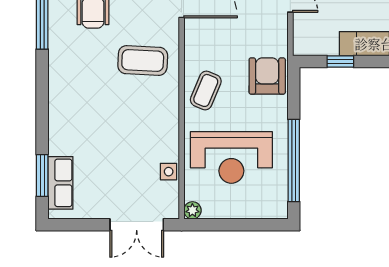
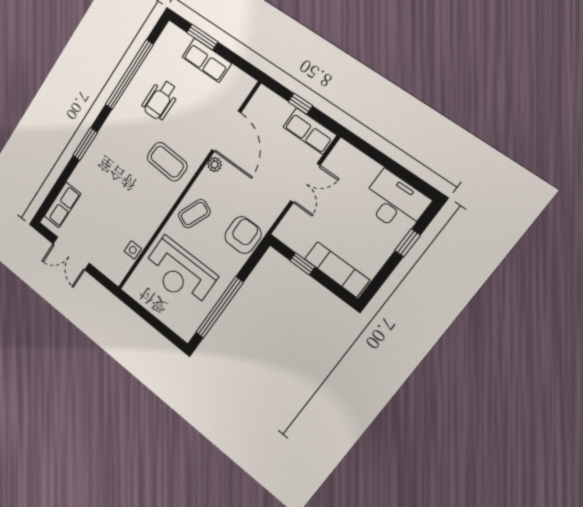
window: (42, 175) -> (85, 144), moved
plant: (192, 210) -> (215, 164), moved
double door: (137, 225) -> (71, 253), moved

